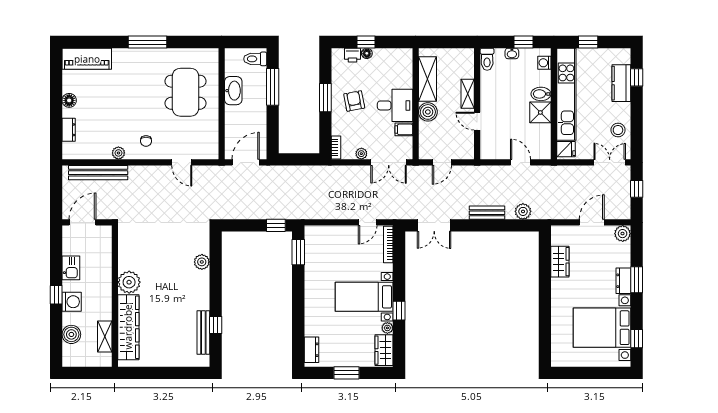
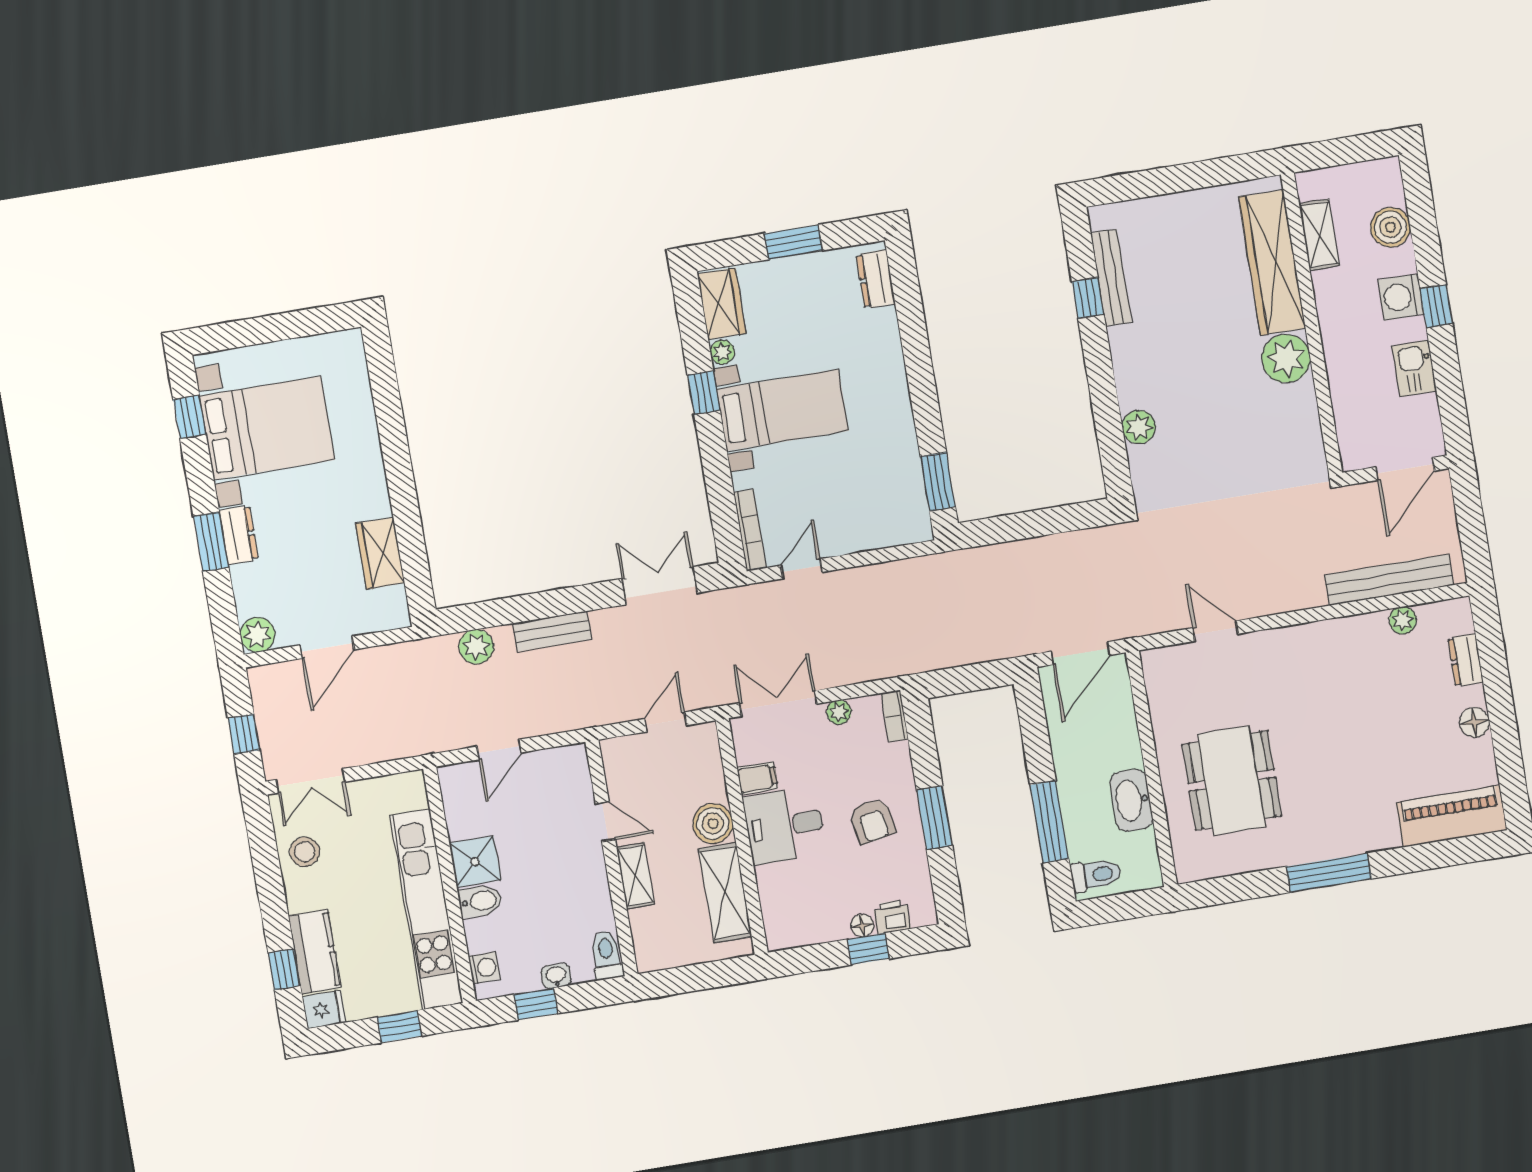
chair: (146, 141) -> (1298, 664), removed
fridge: (566, 149) -> (324, 1010), moved, turned 180
plant: (118, 153) -> (1403, 620), moved
door: (521, 162) -> (499, 750), hinge flipped
window: (276, 225) -> (995, 530), removed

